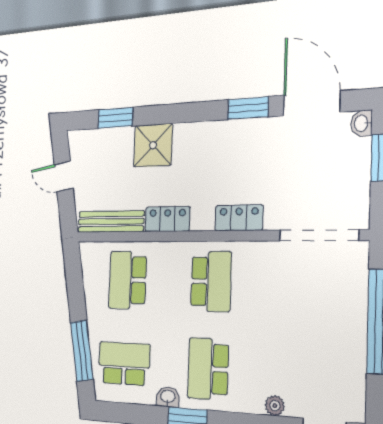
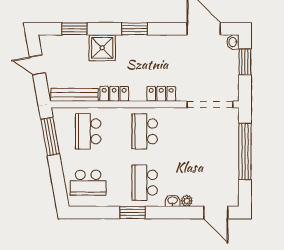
window: (248, 108) -> (135, 29), moved
school desk: (211, 281) -> (145, 131), turned 180
window: (82, 351) -> (50, 137), moved
school desk: (124, 364) -> (88, 183), turned 180
washbasin: (168, 397) -> (173, 201), moved

